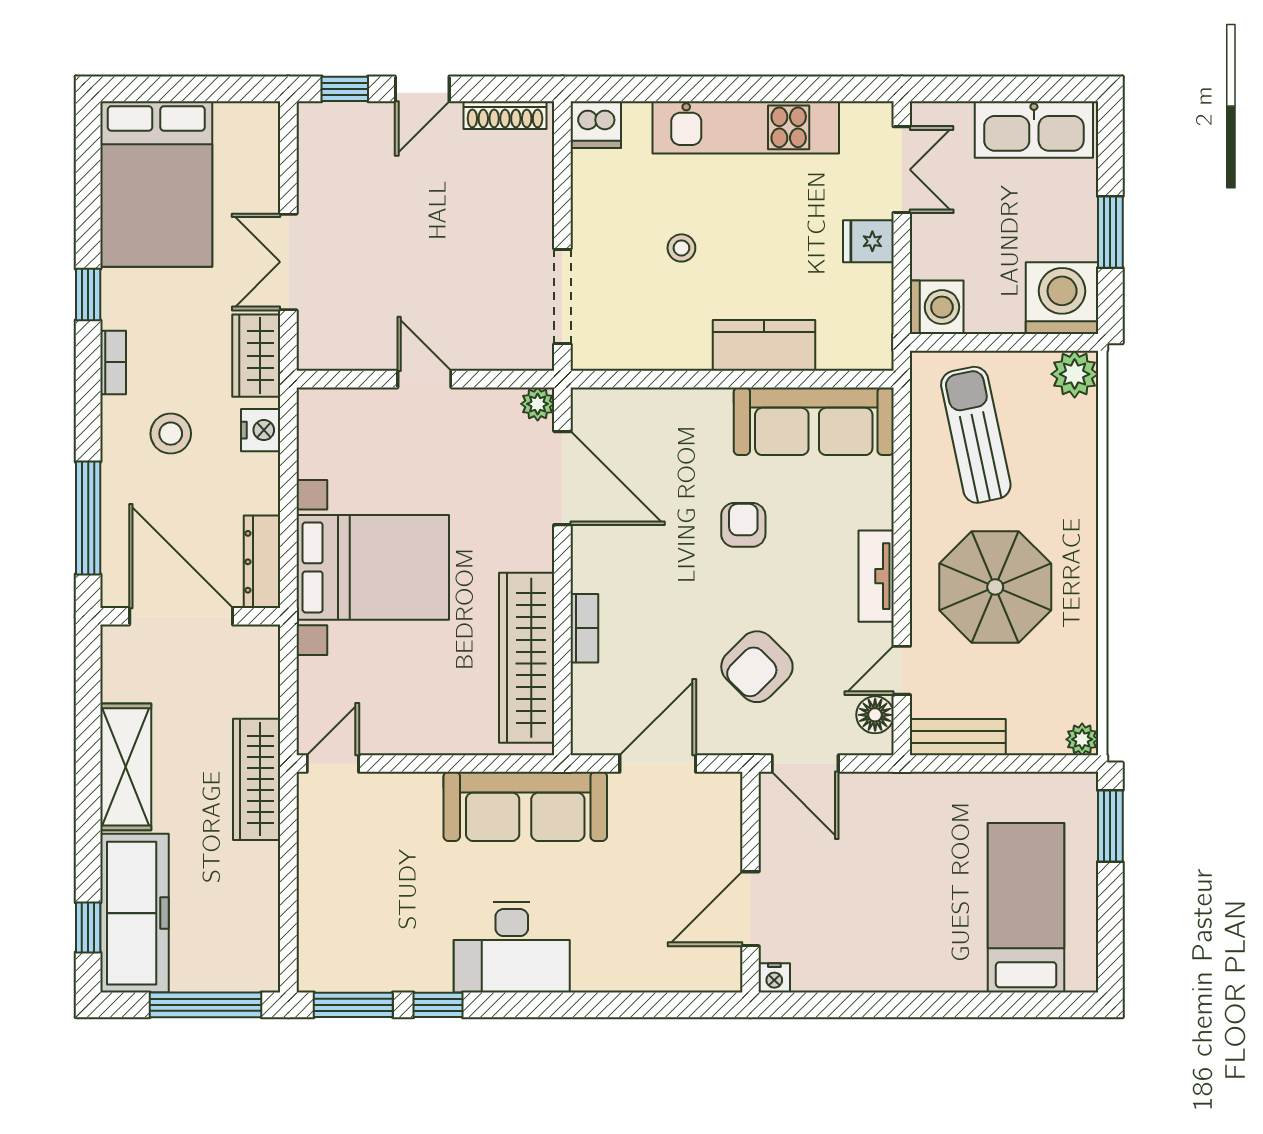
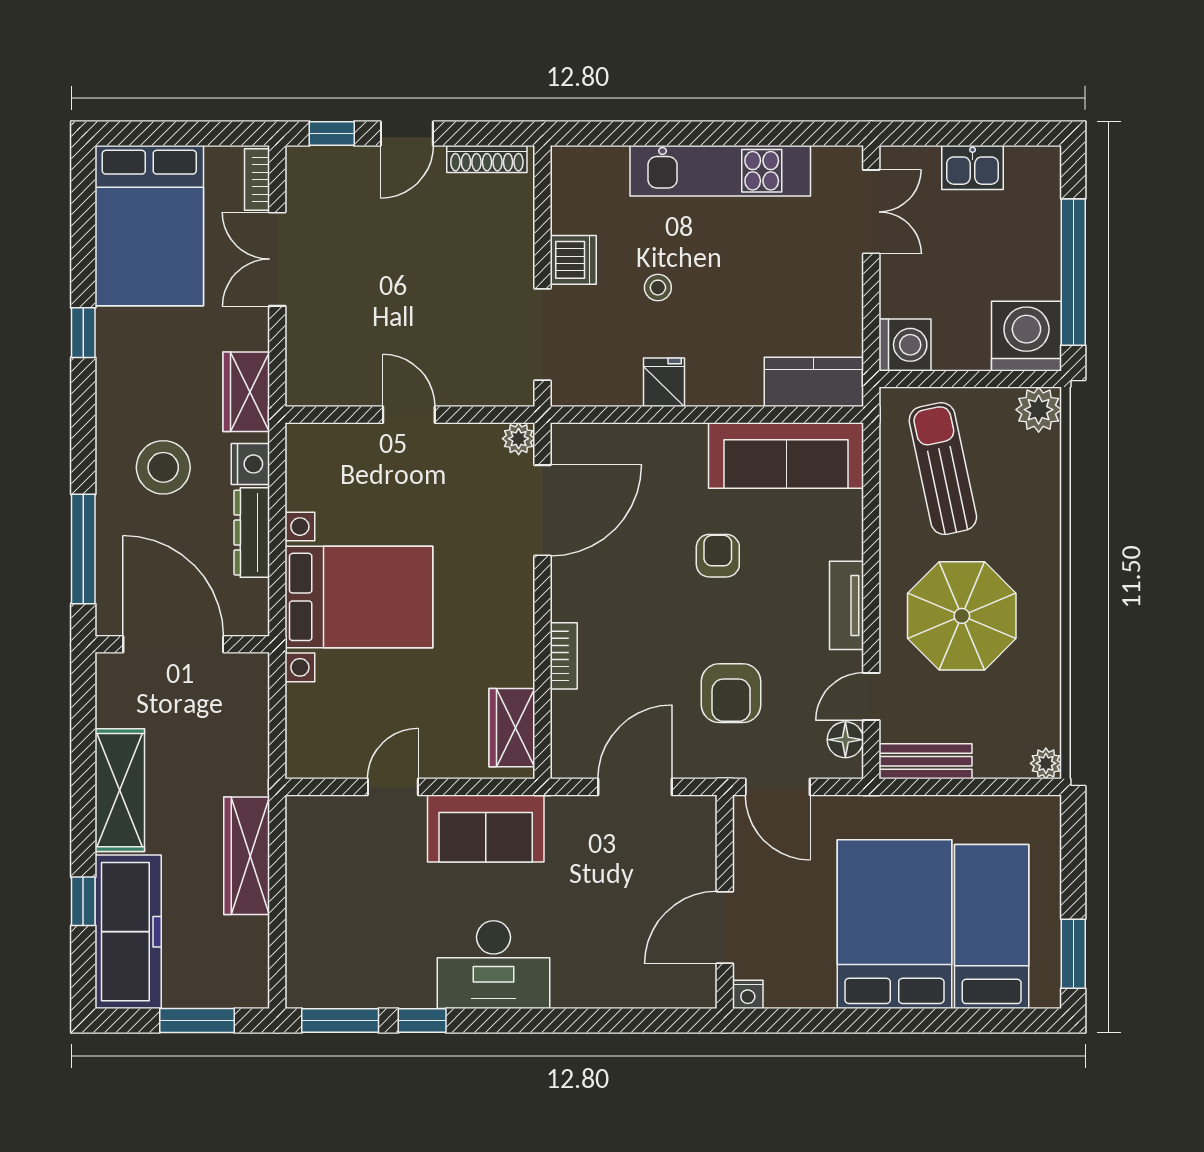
dishwasher: (596, 125) -> (573, 260), moved, turned -90
kitchen sink: (1034, 129) -> (973, 167), width x0.53, depth x0.81
window: (1110, 232) -> (1073, 272), width x2.11
fridge: (868, 241) -> (664, 382), moved, turned 90
double door: (288, 262) -> (277, 259), moved
kitchen counter: (764, 345) -> (814, 382), moved
bookcase: (113, 362) -> (257, 179), moved, turned 180
stool: (171, 434) -> (163, 467), width x1.38, depth x1.38
door: (562, 478) -> (543, 510), hinge flipped
dresser: (262, 562) -> (252, 533), moved
wardrobe: (527, 658) -> (512, 728), width x0.48, depth x0.85
armchair: (757, 667) -> (731, 693), turned -45
door: (333, 764) -> (393, 787), moved
wardrobe: (257, 779) -> (247, 856), moved
sofa: (525, 806) -> (486, 828), width x0.73
window: (1110, 826) -> (1073, 954), moved
bed: (926, 905) -> (894, 924), added
window: (88, 927) -> (83, 901), moved
window: (206, 1005) -> (197, 1021), width x0.69

